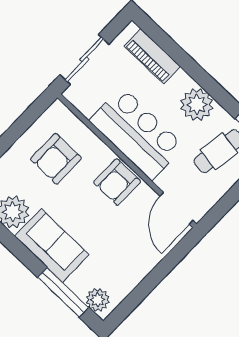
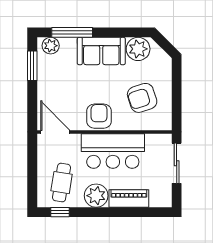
piano: (152, 56) -> (129, 199), moved
armchair: (56, 159) -> (142, 98), turned -108
window: (136, 297) -> (32, 66), added

